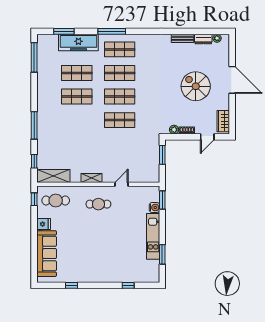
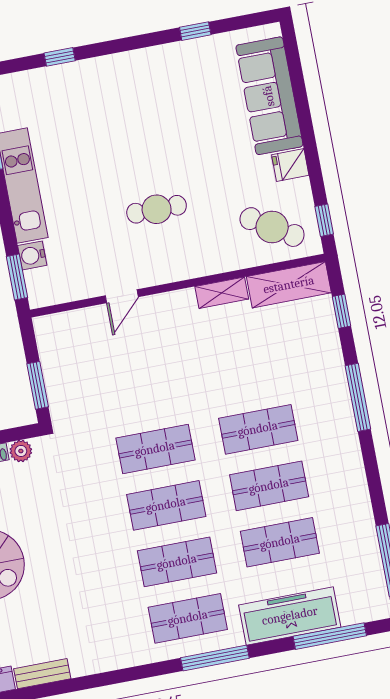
window: (64, 31) -> (330, 636), width x1.44
shop shelf: (77, 120) -> (258, 429), added
shelving: (92, 178) -> (222, 293), moved
cafe table: (56, 201) -> (272, 227), turned 32
cafe table: (98, 204) -> (157, 209), moved

